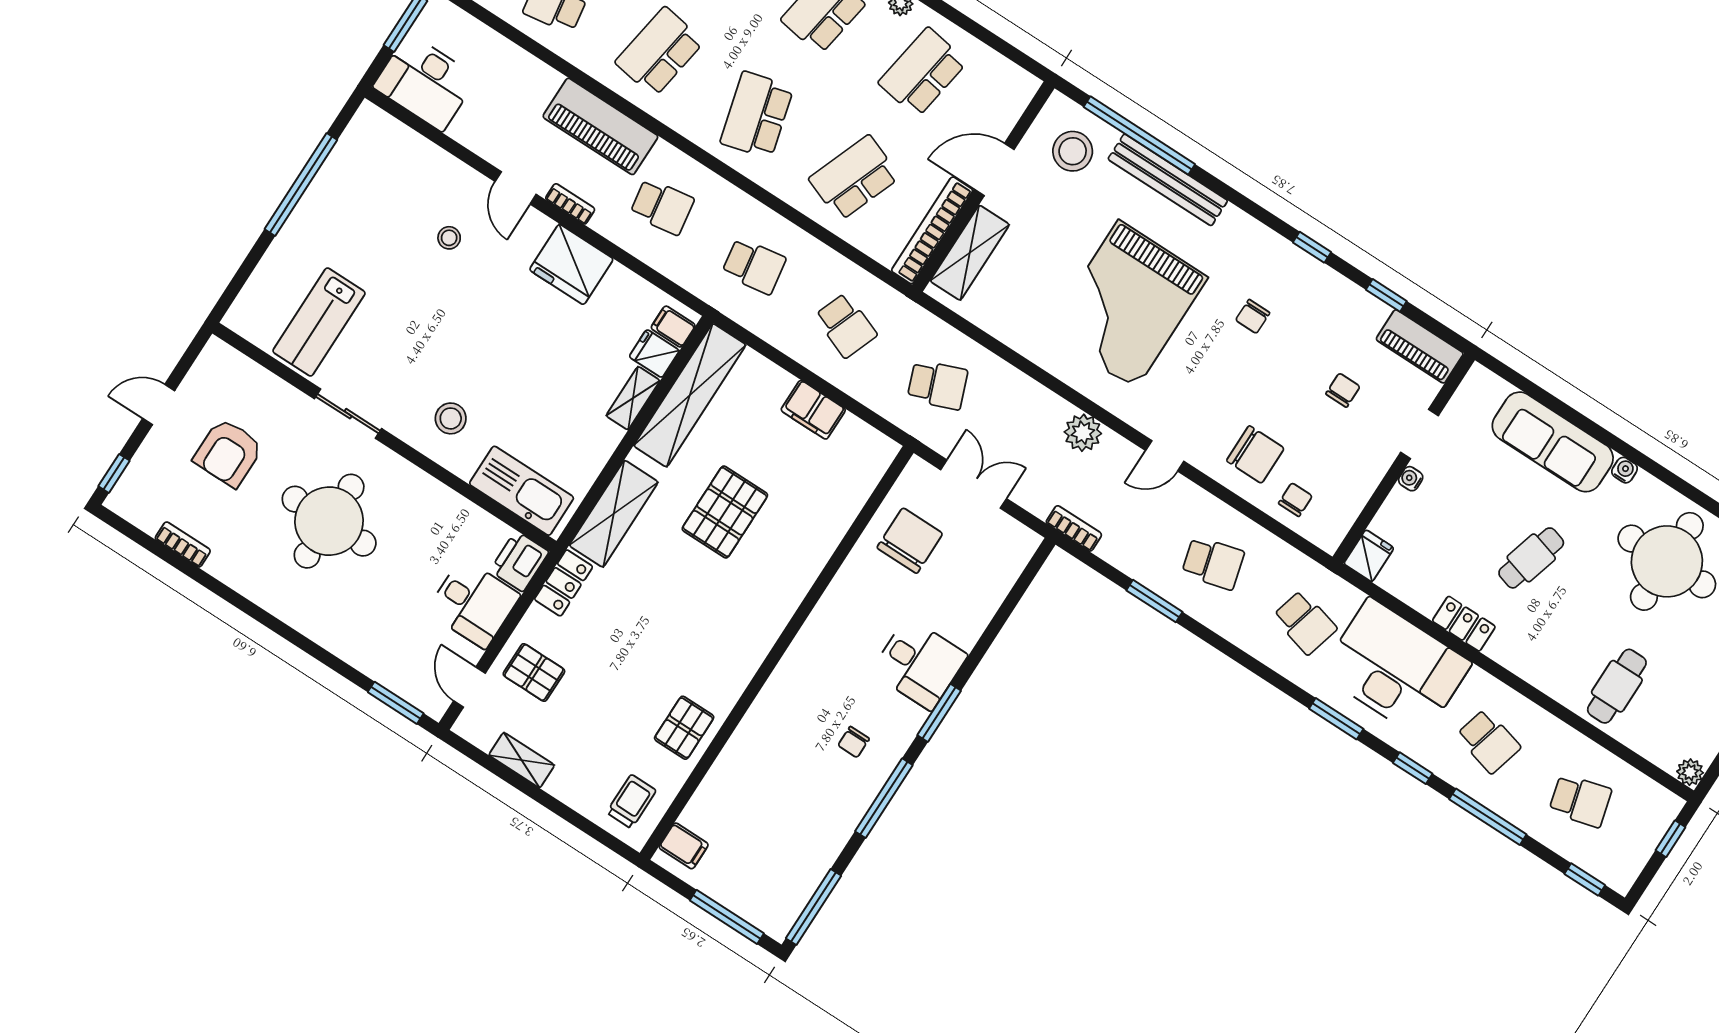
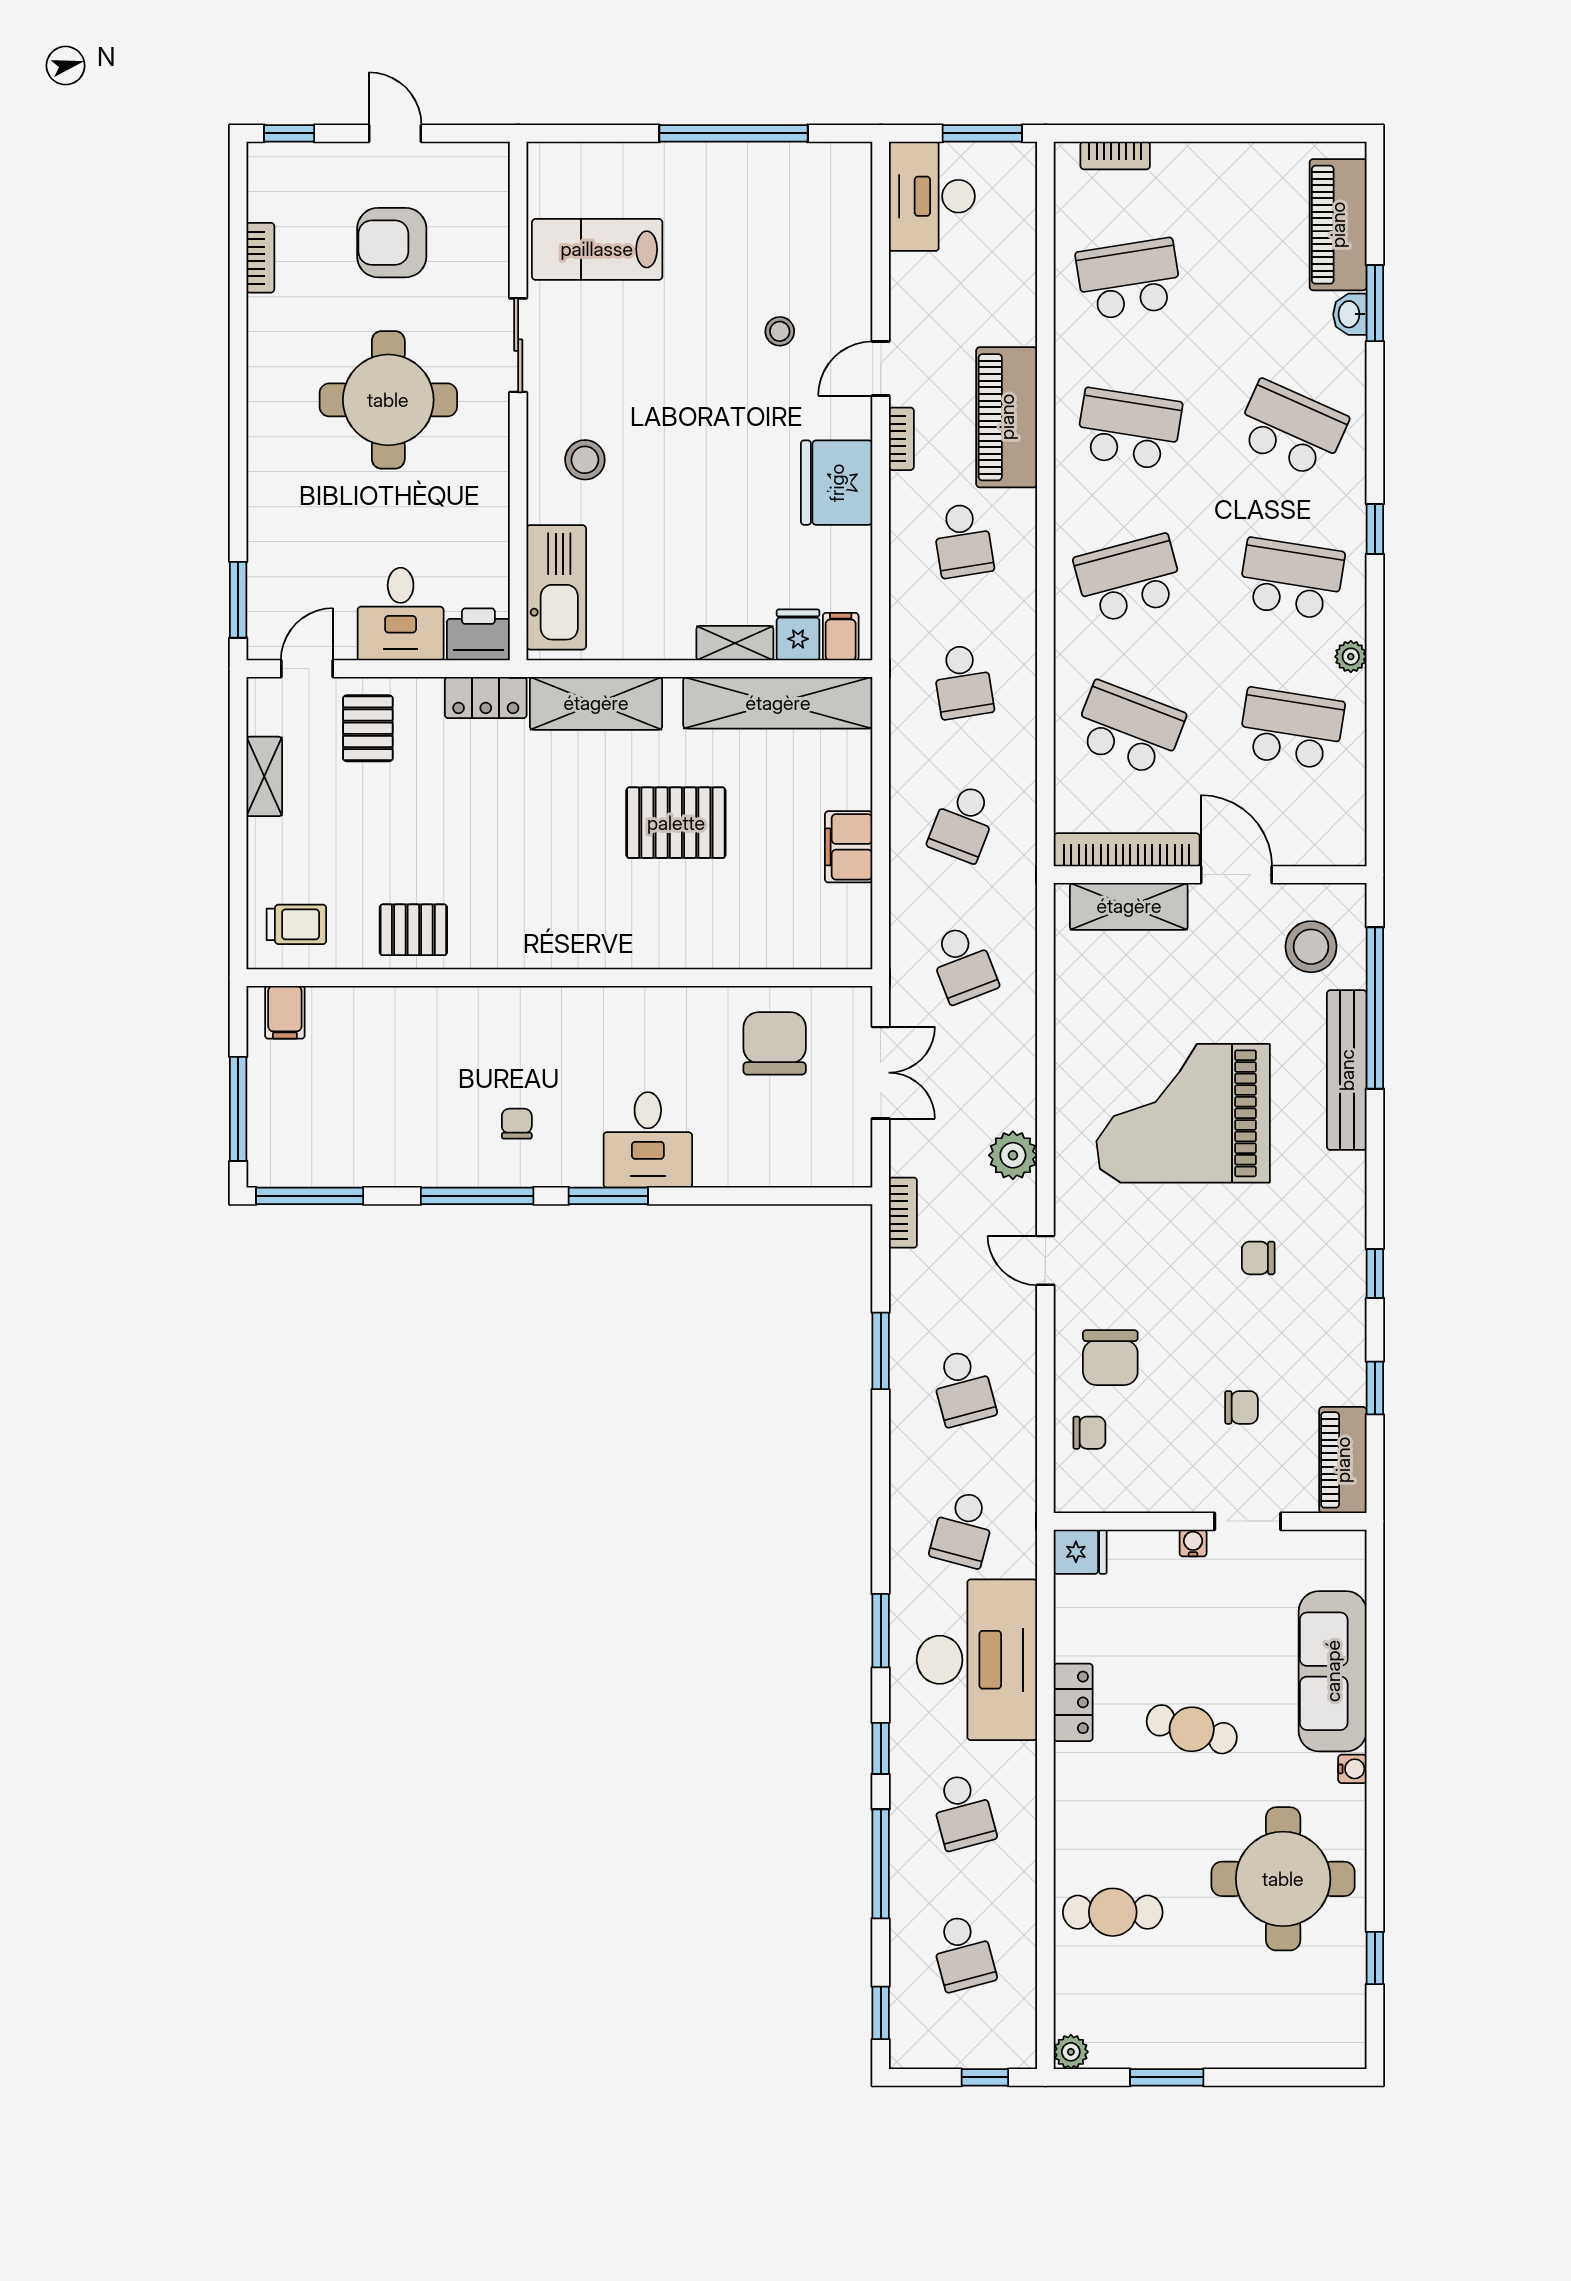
chair: (910, 541) -> (775, 1043), turned -90
school desk: (1488, 741) -> (963, 1812), turned -30
chair: (854, 742) -> (517, 1124), turned 90

